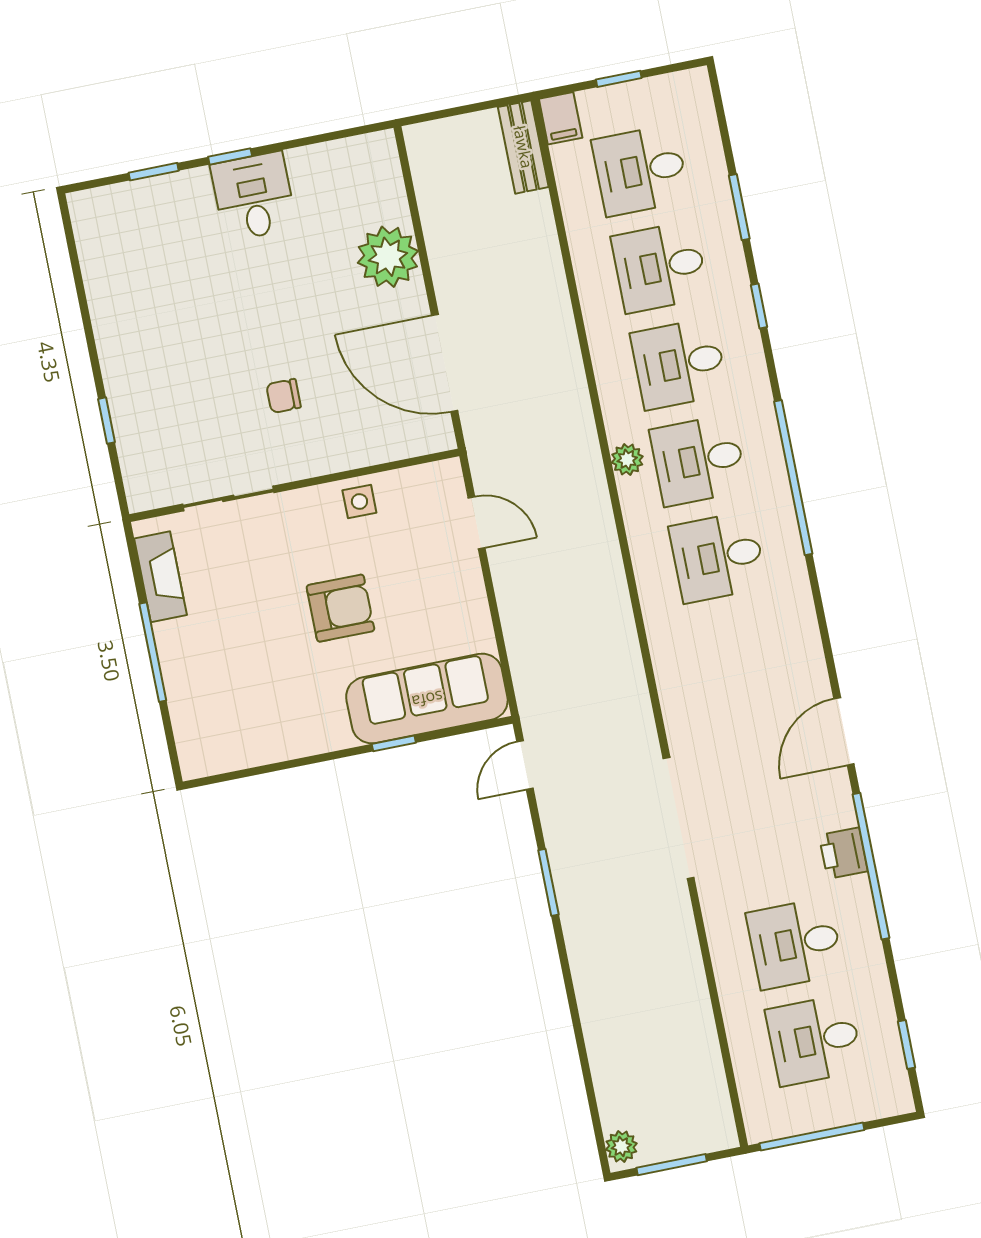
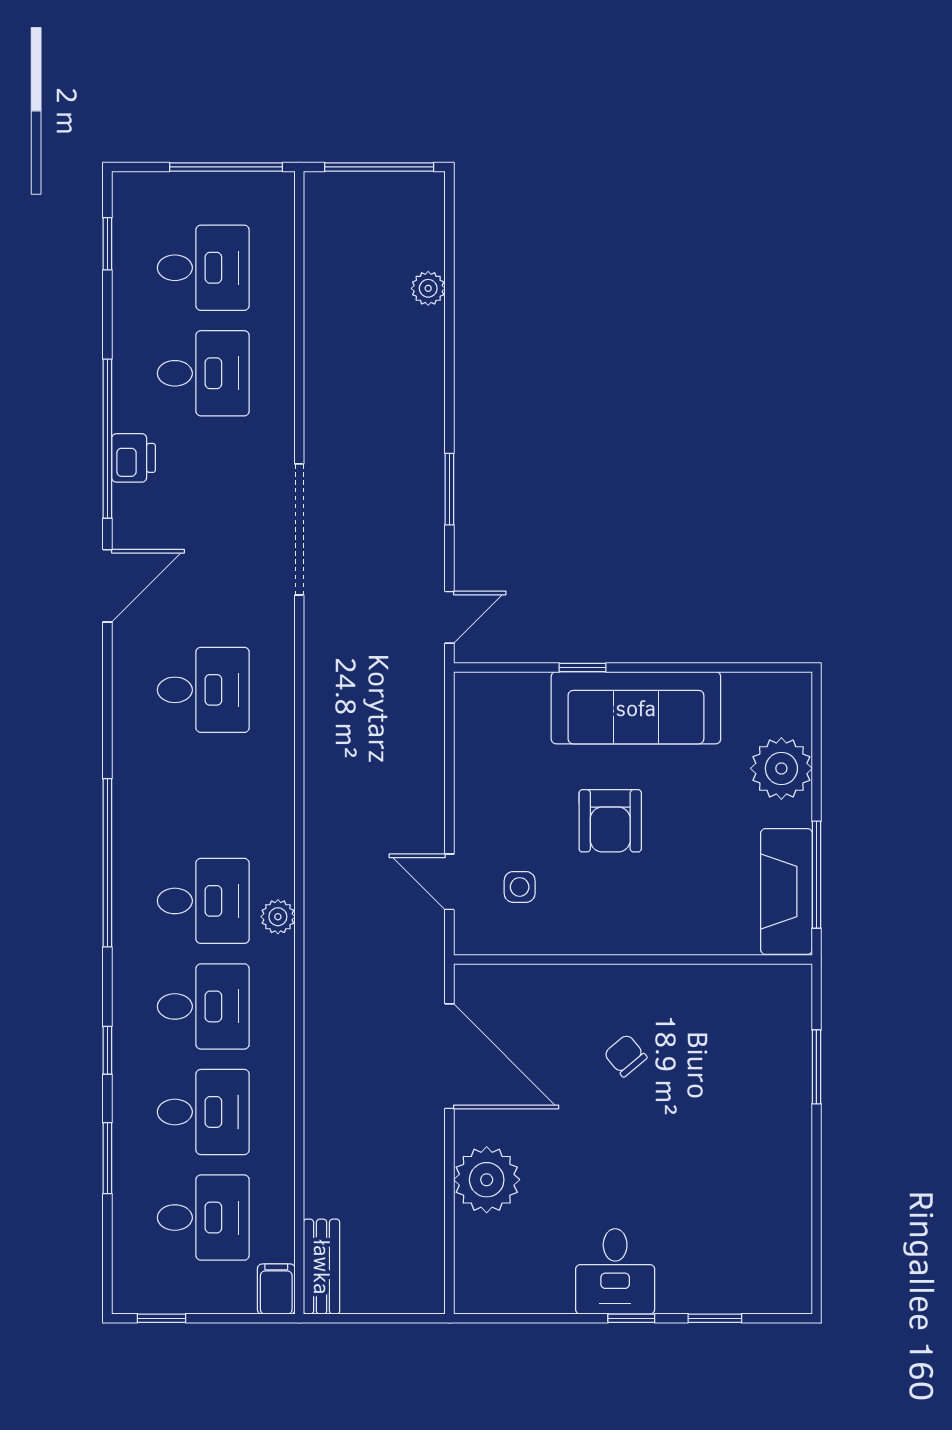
window: (619, 79) -> (162, 1318), moved
chair: (284, 396) -> (625, 1056), turned -130
window: (107, 421) -> (816, 1067), width x1.50
sliding door: (228, 498) -> (705, 960), removed
side table: (359, 502) -> (520, 887), moved
desk: (718, 557) -> (203, 690), moved
fireplace: (160, 577) -> (786, 891), width x1.37, depth x1.32
armchair: (340, 608) -> (610, 821), turned -90
window: (153, 652) -> (816, 875), moved
plant: (193, 687) -> (781, 768), added
sofa: (427, 699) -> (636, 708), moved
plant: (621, 1147) -> (428, 288), moved
window: (672, 1165) -> (379, 167), width x1.44

